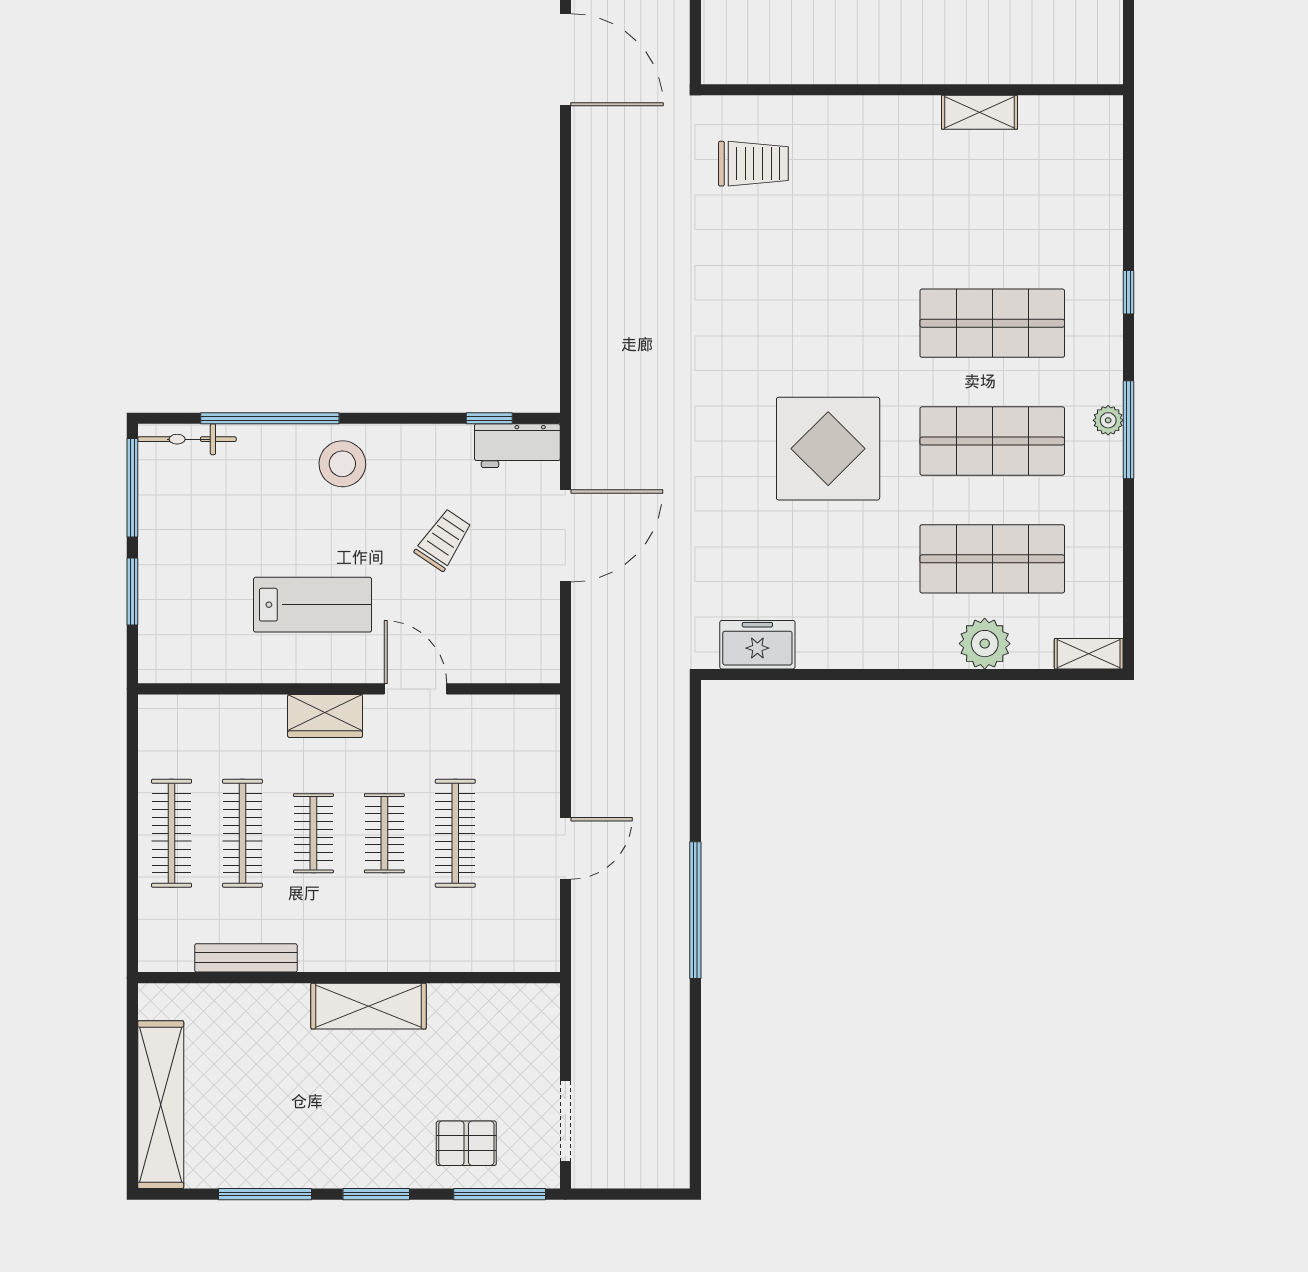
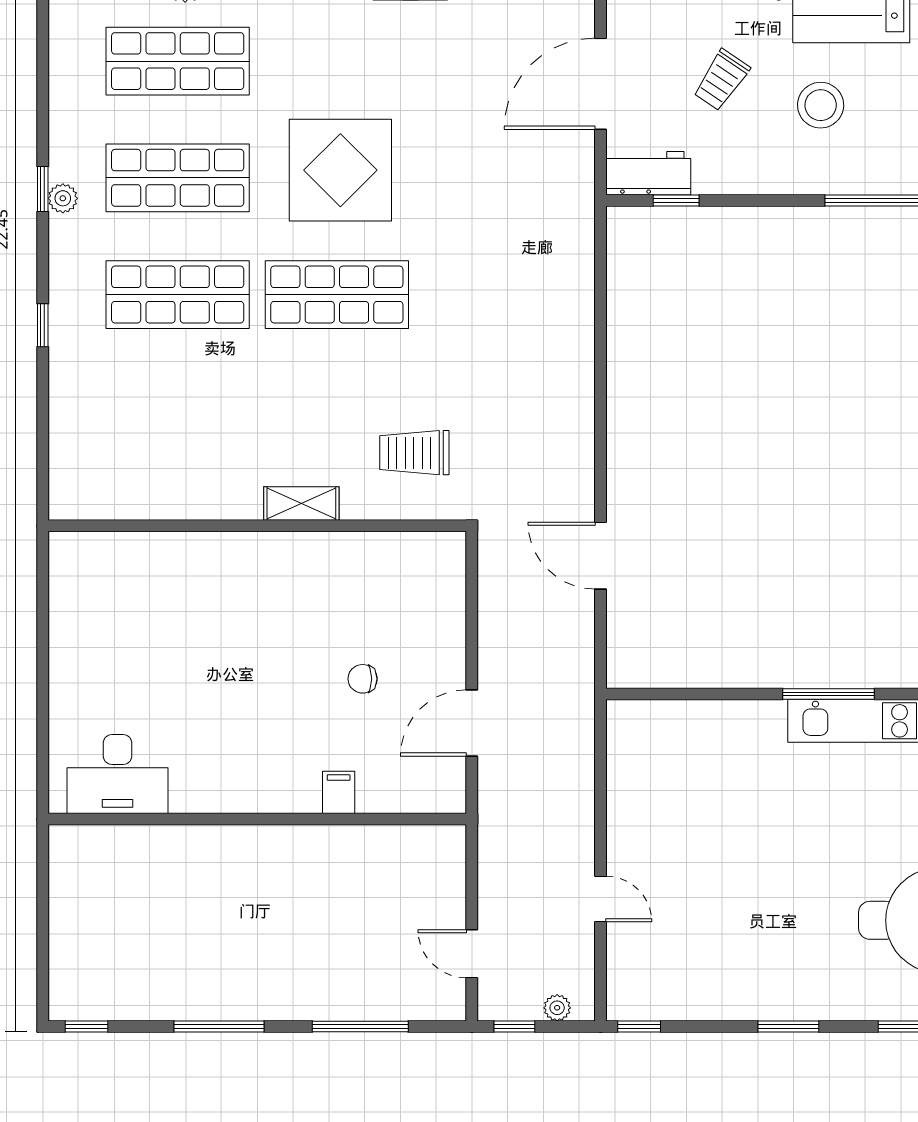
door: (565, 60) -> (601, 556), width x0.73
shelving: (979, 112) -> (301, 504), moved
shop shelf: (832, 323) -> (337, 295), added
window: (1128, 430) -> (43, 189), width x0.46
stool: (342, 464) -> (821, 105), moved

